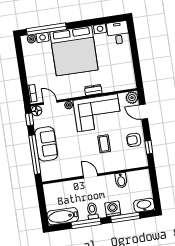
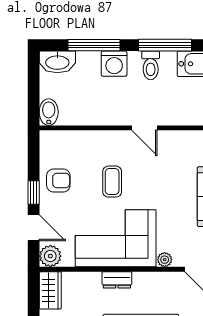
wardrobe: (129, 79) -> (50, 290), added
window: (149, 147) -> (34, 192), moved
bidet: (121, 180) -> (49, 112), moved

